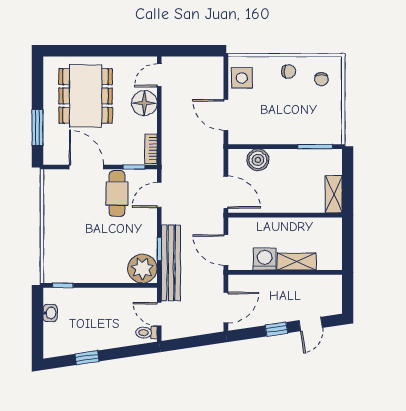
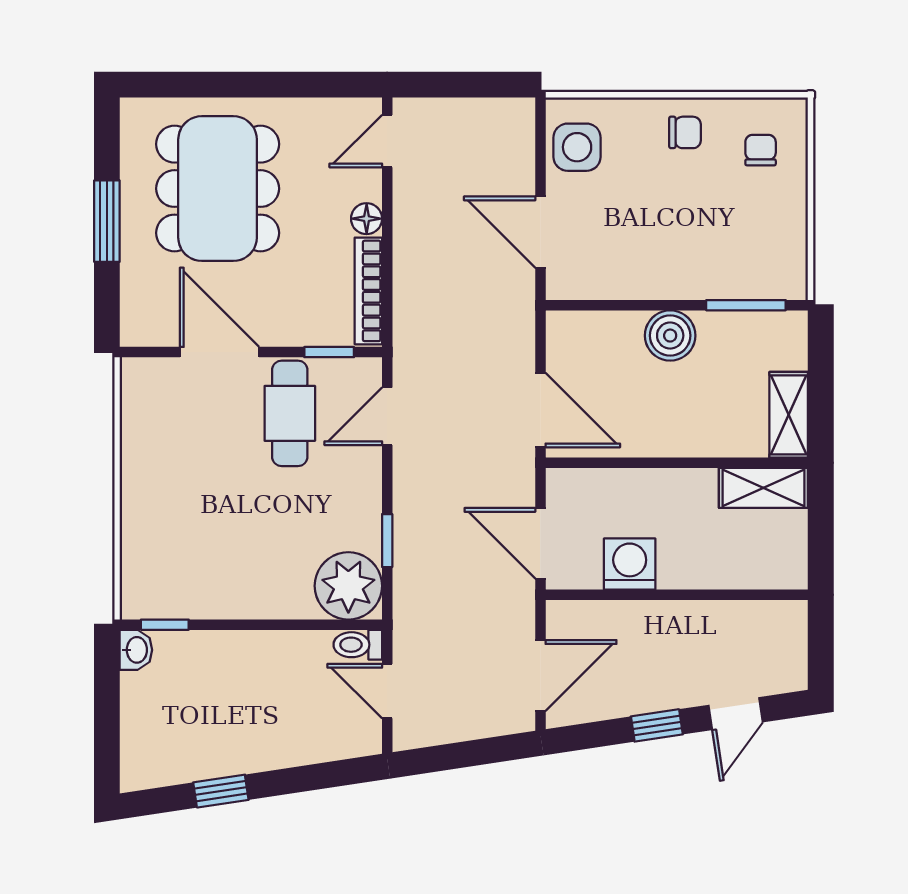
chair: (321, 79) -> (761, 150), turned 180
floor lamp: (144, 103) -> (367, 219), width x0.53, depth x0.53
window: (37, 128) -> (107, 221), moved
bookcase: (151, 149) -> (368, 291), width x1.56
boiler: (258, 160) -> (670, 336), moved
shelving: (297, 262) -> (763, 488), moved
bench: (171, 263) -> (414, 573), removed
washbasin: (50, 313) -> (136, 650), moved
toilet: (146, 333) -> (358, 645), moved

